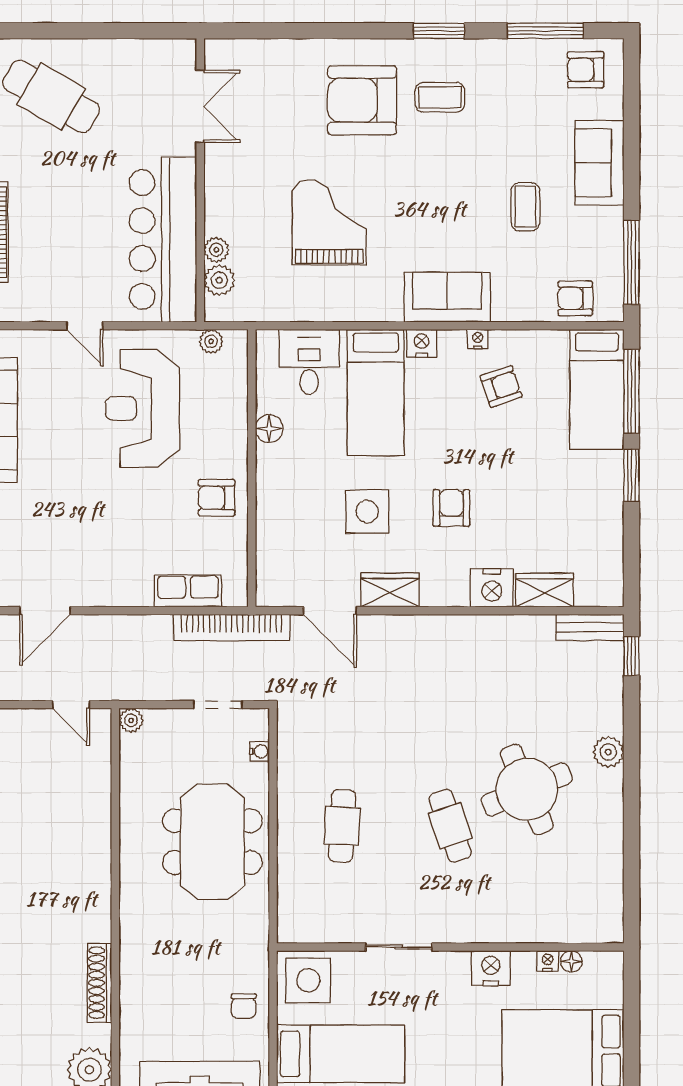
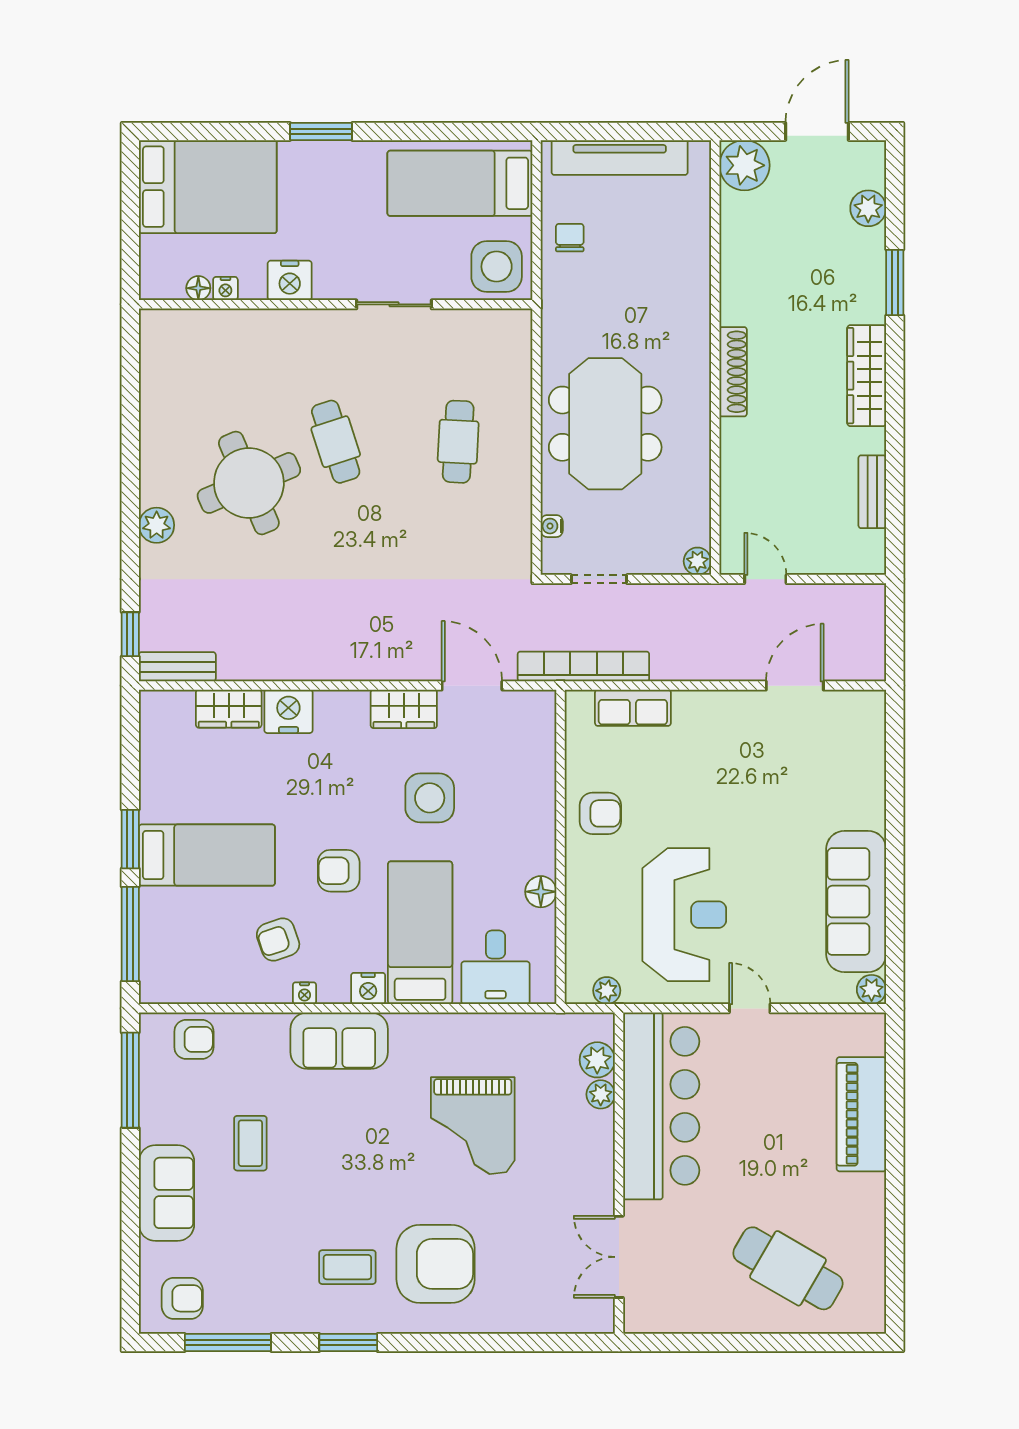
bed: (597, 389) -> (207, 855), moved, turned 90
armchair: (451, 508) -> (339, 871), moved, turned 90
shoe rack: (99, 983) -> (733, 372), moved

